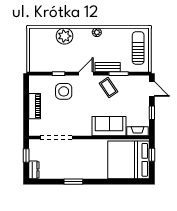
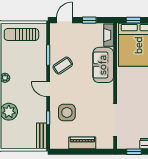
bench: (108, 67) -> (42, 136), moved

